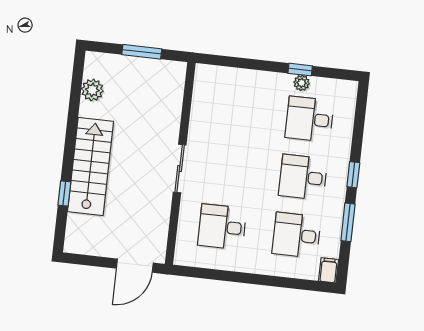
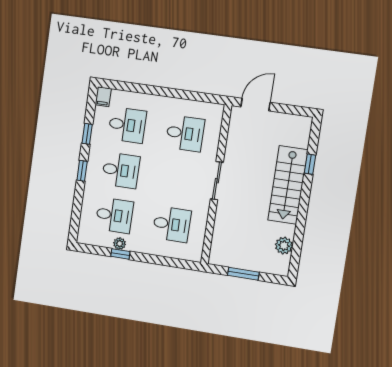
desk: (235, 111) -> (172, 224), added
window: (348, 222) -> (87, 134), width x0.67

